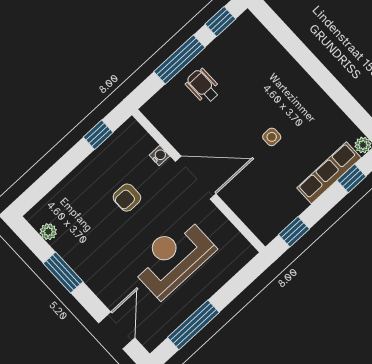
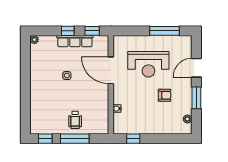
row of seats: (329, 173) -> (75, 41), moved
door: (196, 178) -> (111, 70), moved
window: (352, 178) -> (68, 31), moved
armchair: (127, 198) -> (165, 95), moved
door: (117, 330) -> (196, 68), moved

